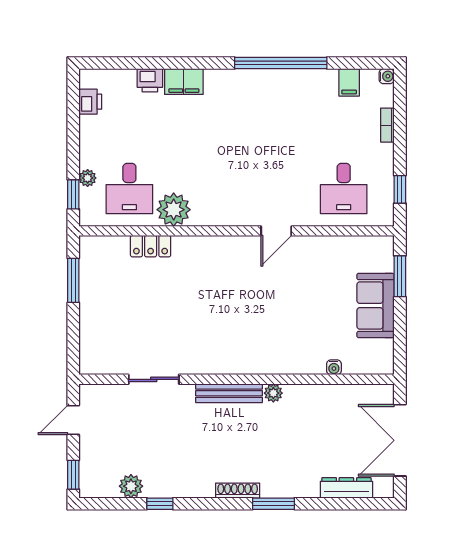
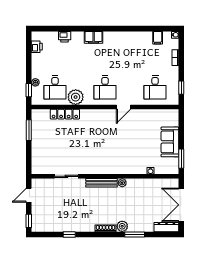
window: (281, 63) -> (126, 29), removed
filing cabinet: (184, 82) -> (94, 37), moved
desk: (237, 189) -> (105, 87), added
locker: (151, 246) -> (65, 114), width x1.53
window: (400, 276) -> (181, 159), moved
plant: (131, 486) -> (122, 226), moved
dresser: (346, 488) -> (166, 227), moved
window: (274, 504) -> (135, 234), moved

